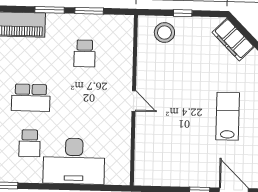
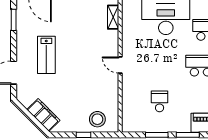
shelving: (141, 162) -> (113, 17), added

